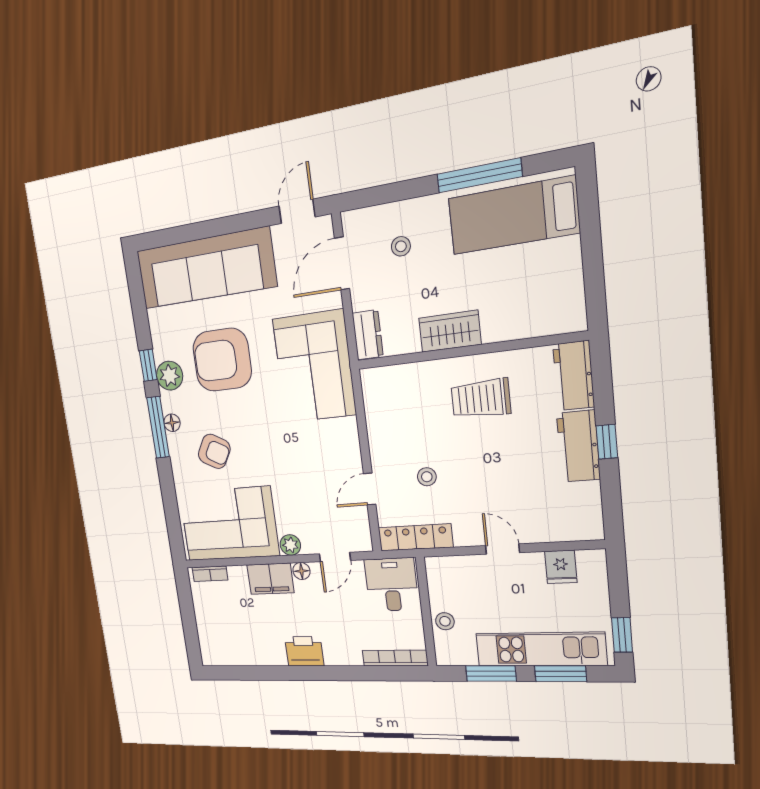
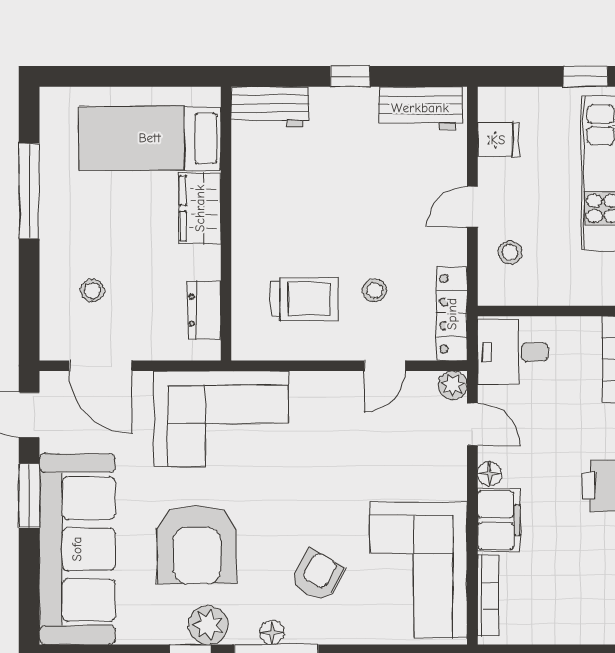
bed: (513, 216) -> (150, 138), moved, turned 90
window: (238, 223) -> (29, 496), added
wardrobe: (450, 331) -> (200, 208), moved
dresser: (368, 335) -> (204, 310), moved, turned -90
trolley: (481, 399) -> (304, 299), moved, turned -90
workbench: (578, 446) -> (420, 108), moved
door: (370, 489) -> (385, 366), hinge flipped
plant: (290, 545) -> (453, 385), moved
bookcase: (210, 574) -> (488, 595), width x1.56
stool: (445, 621) -> (510, 252), moved

